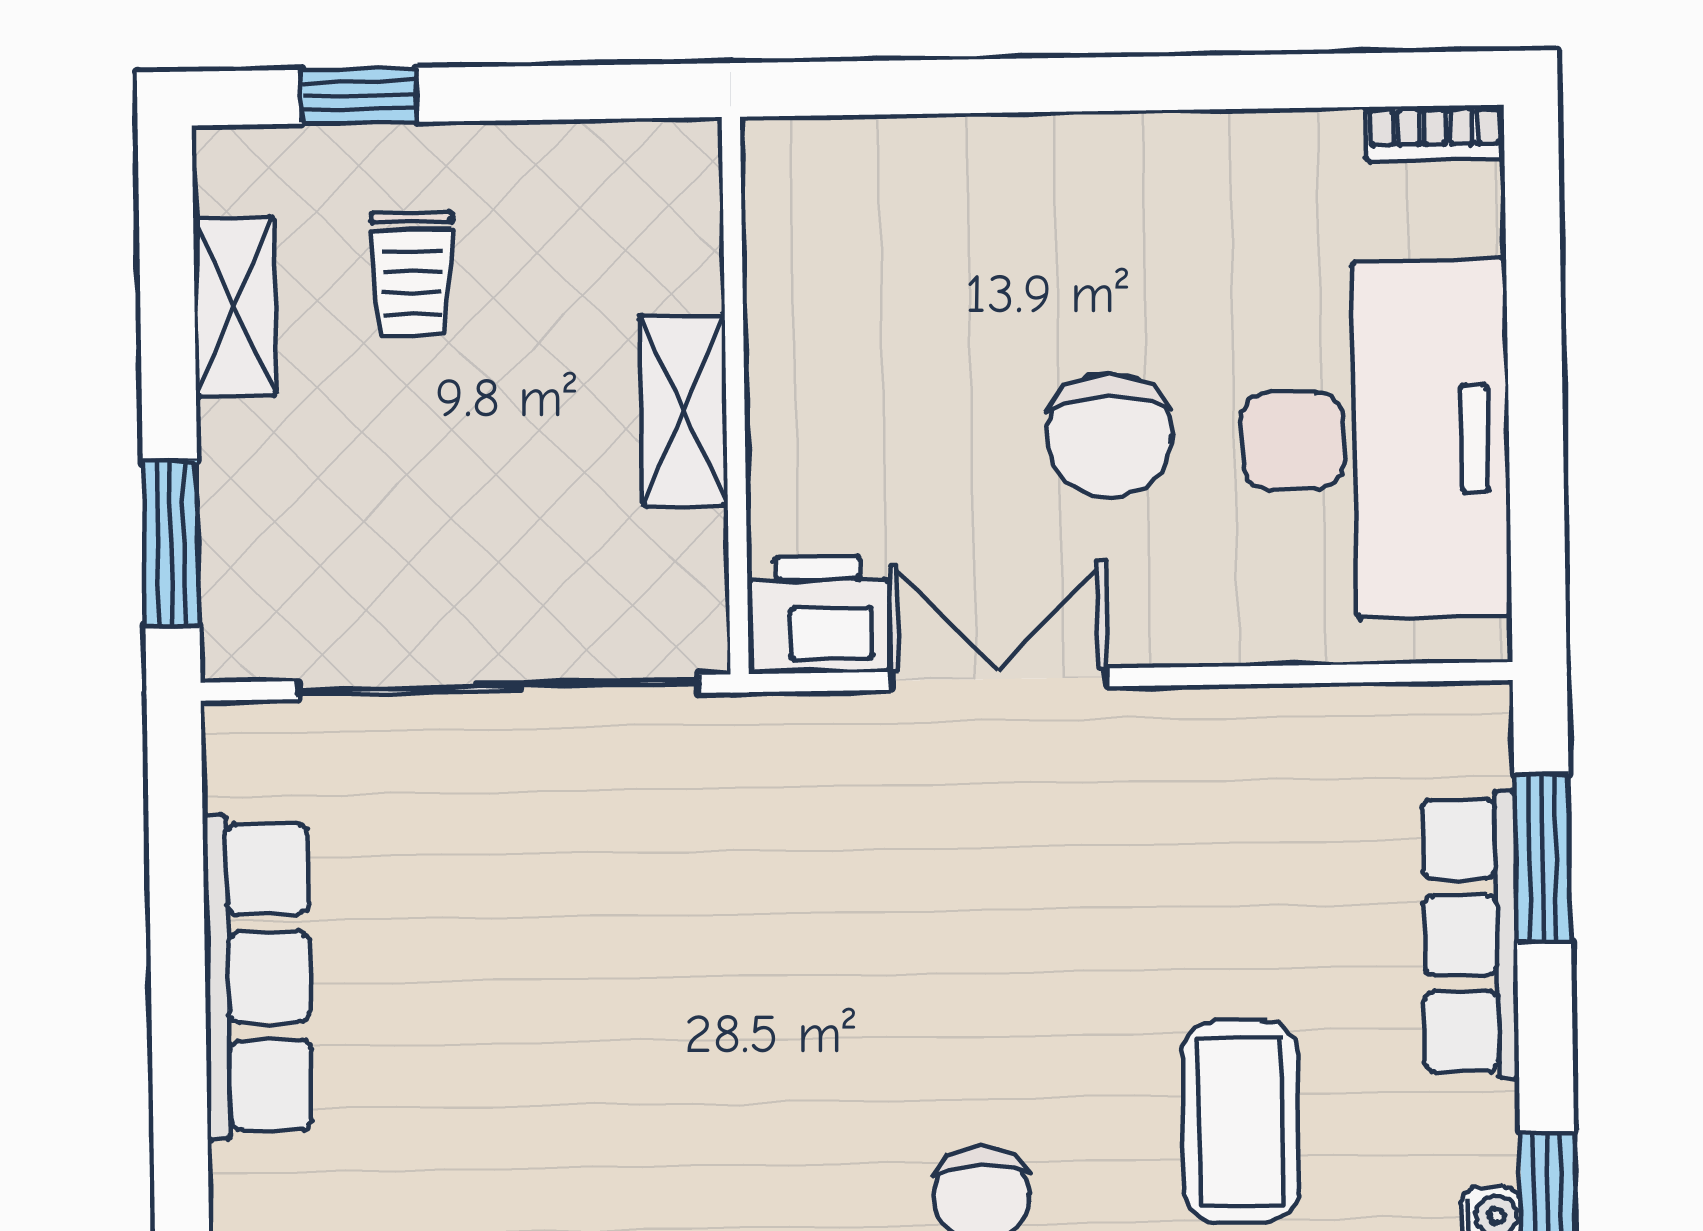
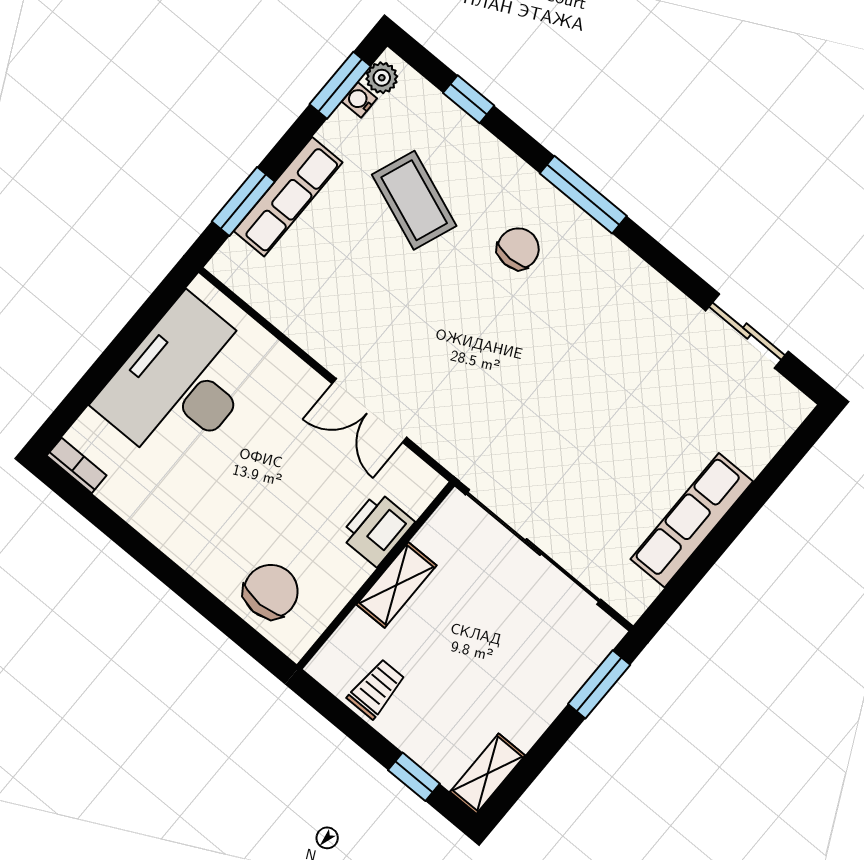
trolley: (412, 274) -> (376, 689), moved
shelving: (235, 307) -> (488, 774), moved
chair: (1110, 436) -> (271, 591), moved
printer: (818, 615) -> (377, 529), moved, turned 90
coffee table: (1241, 1122) -> (414, 200), turned -69

